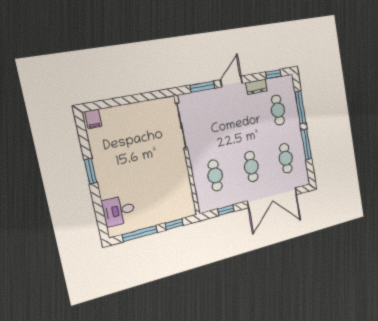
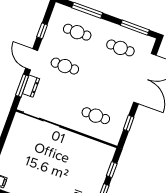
window: (273, 74) -> (42, 31), moved
dresser: (256, 87) -> (31, 86), moved
window: (306, 144) -> (135, 28), moved
cafe table: (251, 167) -> (65, 66), moved

